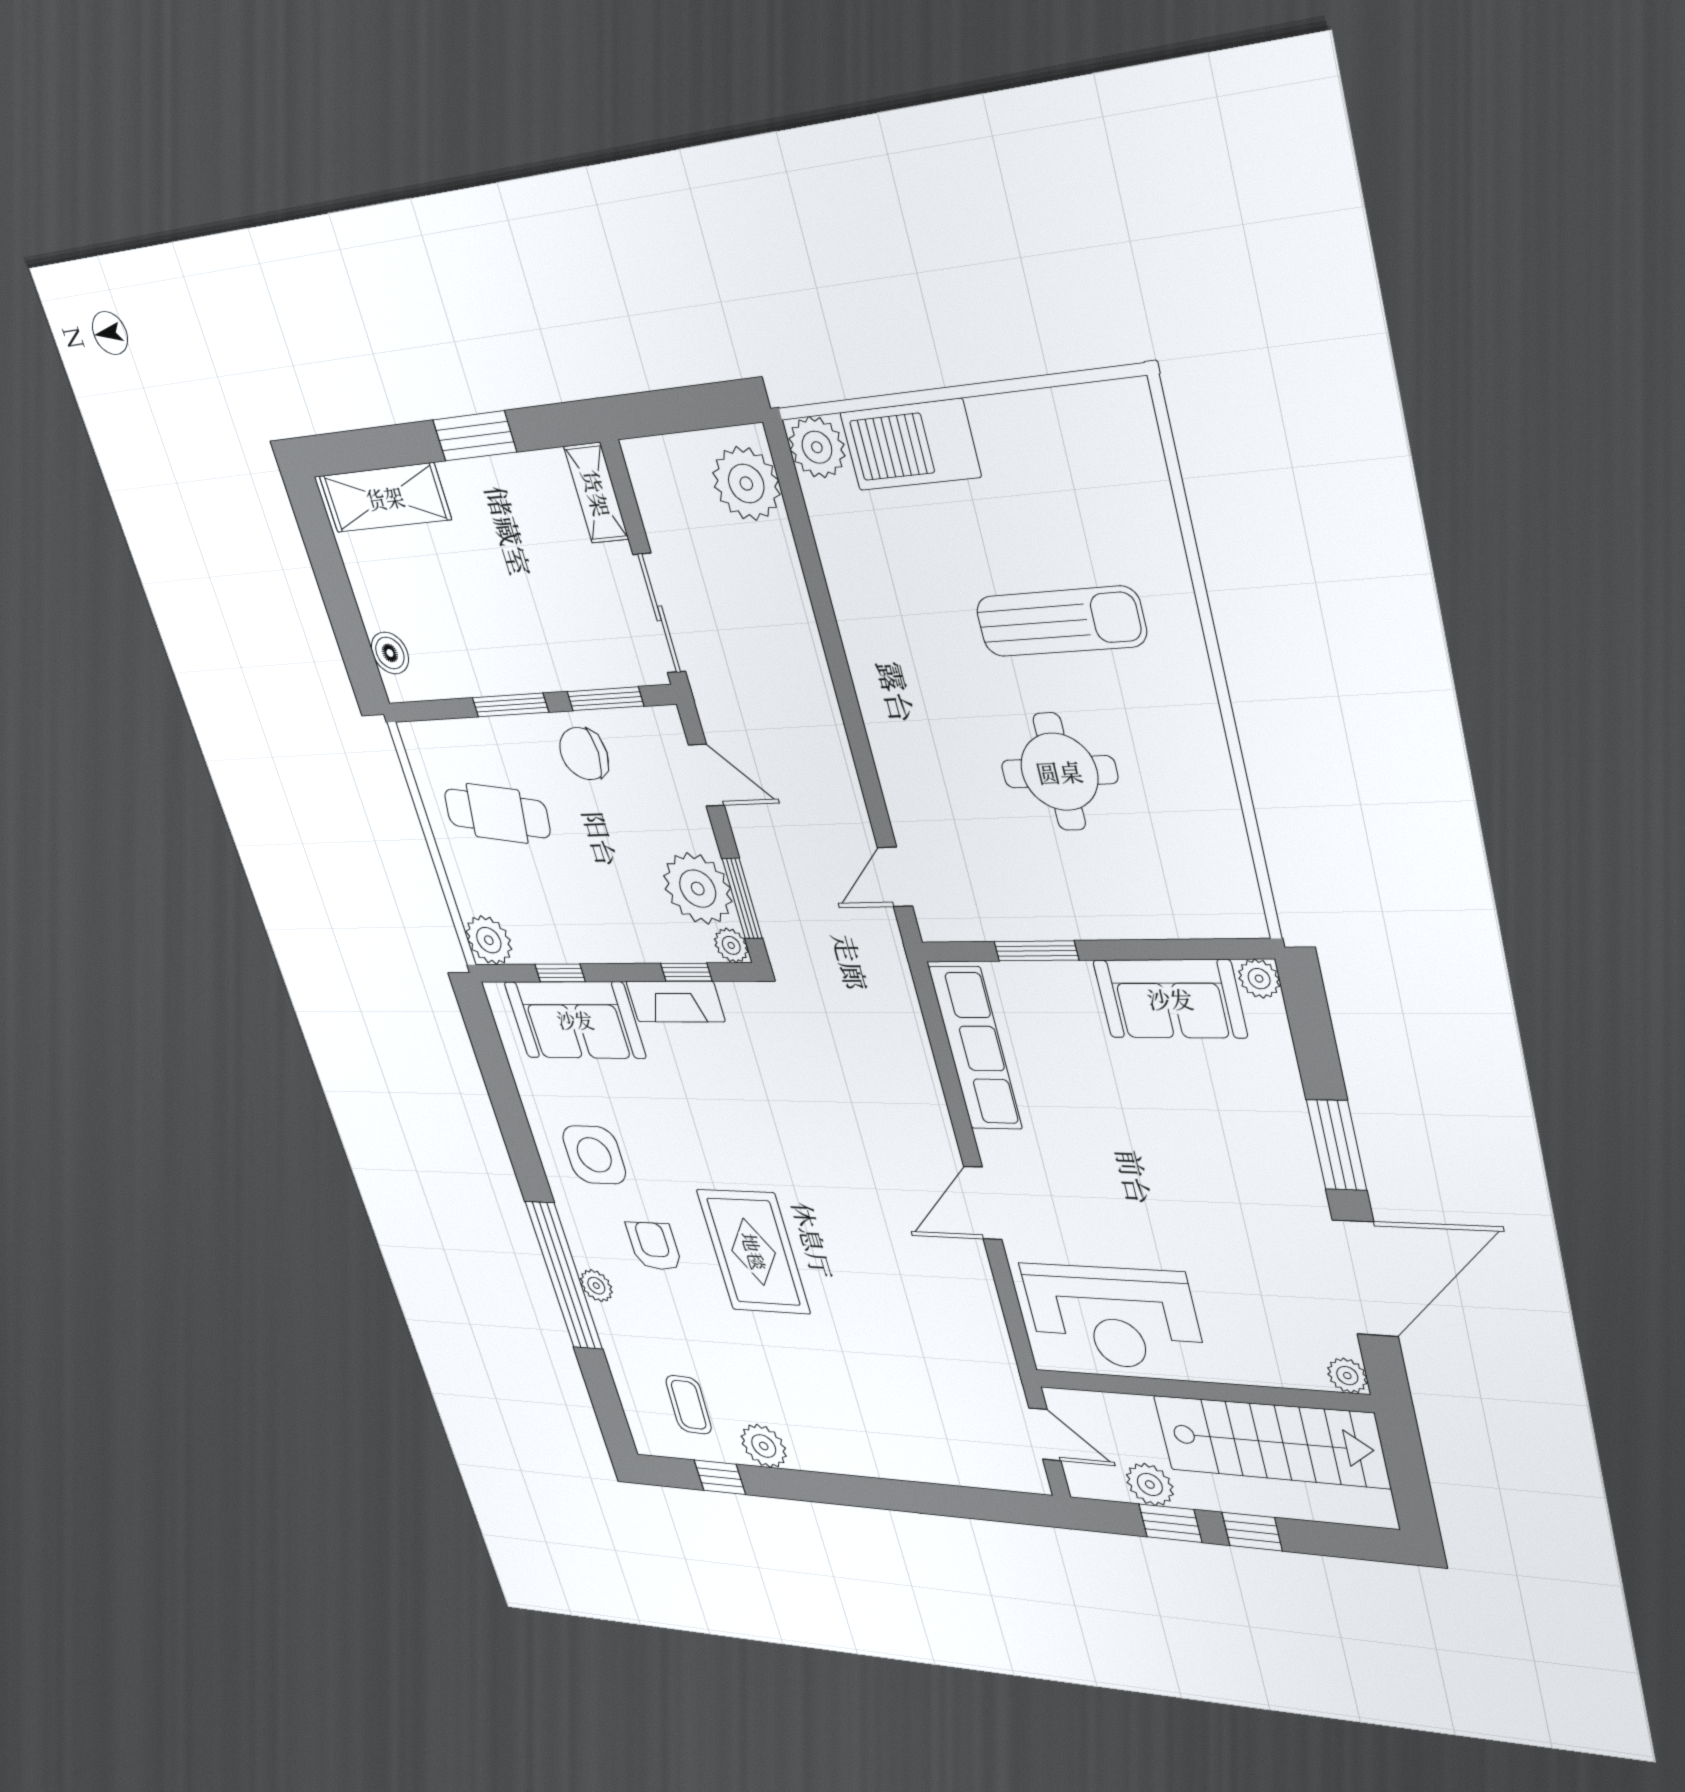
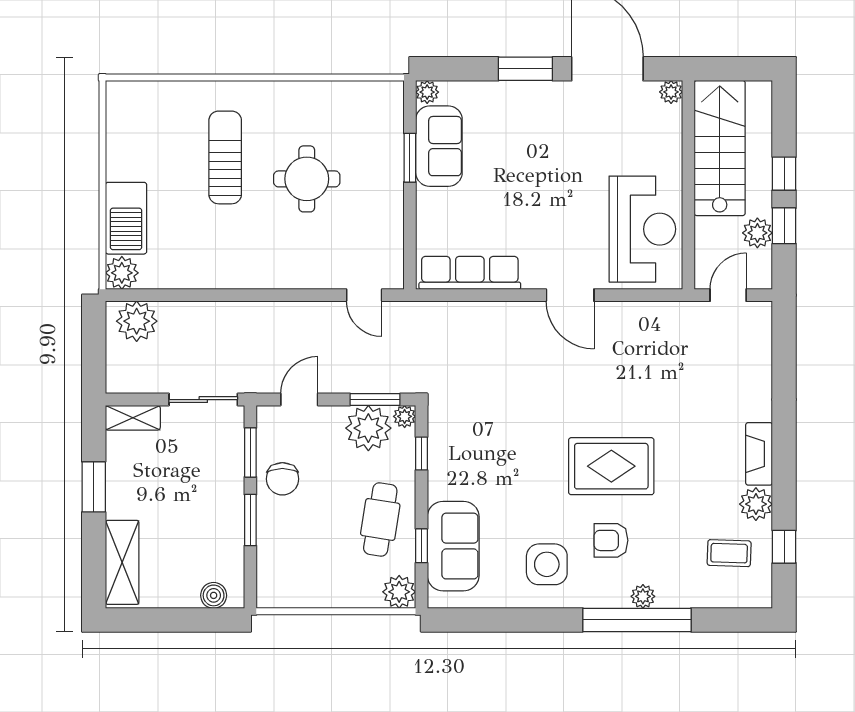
cafe table: (497, 813) -> (380, 519), moved
window: (1036, 951) -> (410, 158), moved
fireplace: (675, 1002) -> (759, 454), moved, turned 180

